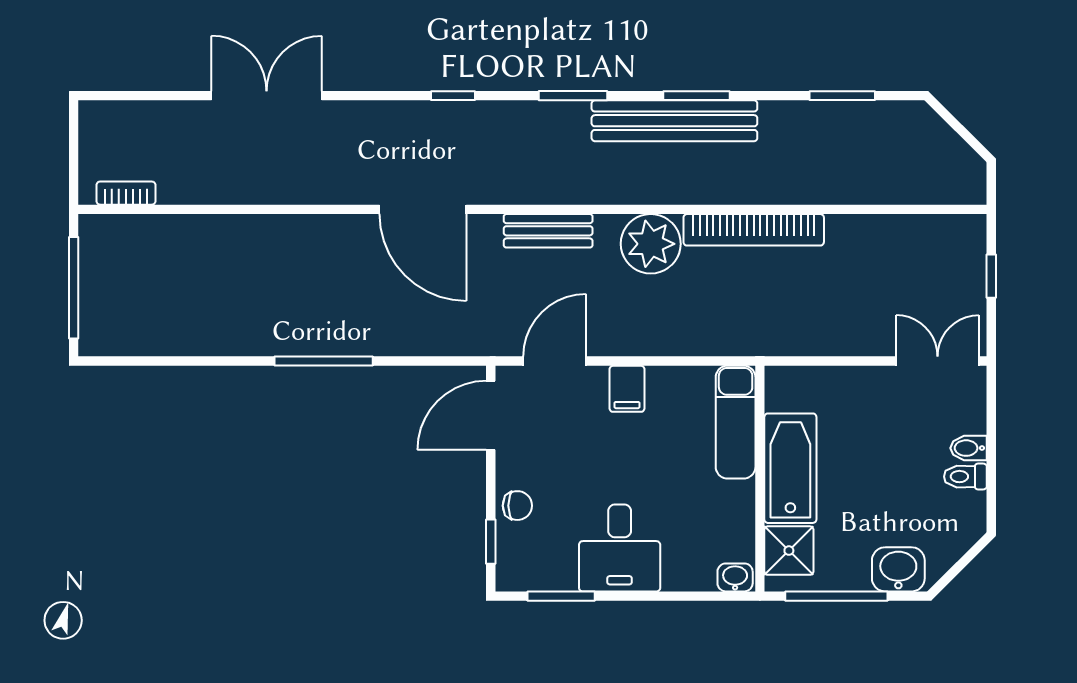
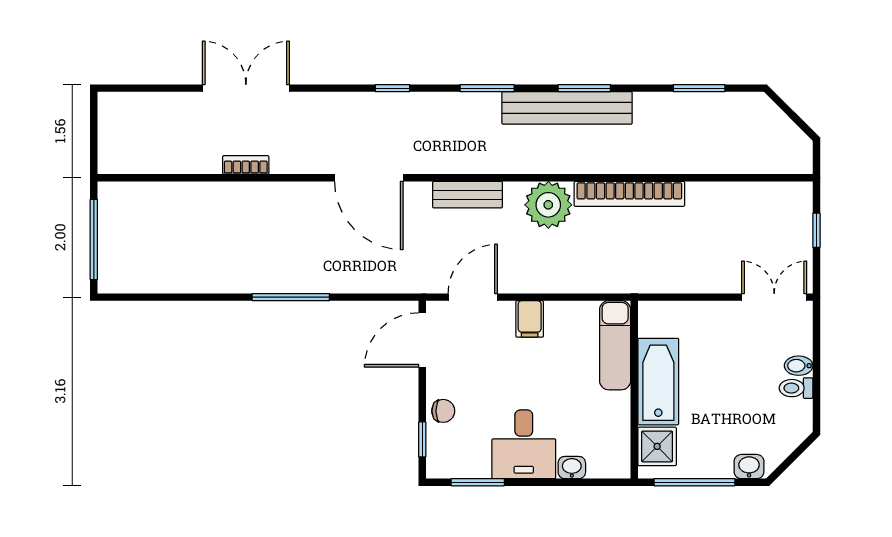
bookcase: (126, 193) -> (246, 165), moved
washbasin: (898, 569) -> (749, 467), width x0.72, depth x0.69
washbasin: (735, 577) -> (572, 468), moved

